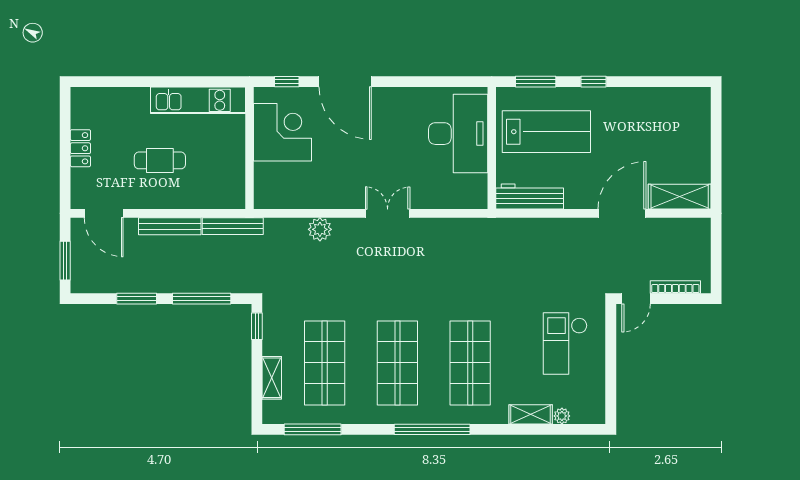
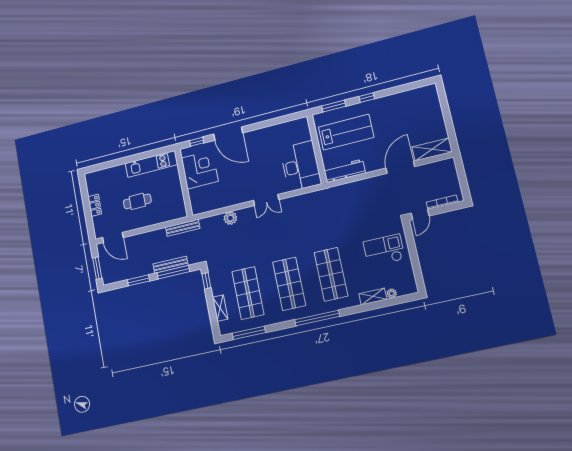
desk: (458, 134) -> (301, 166), moved
double door: (388, 213) -> (266, 200), swing flipped
bench: (170, 226) -> (171, 265), moved
checkout: (565, 344) -> (384, 250), turned 90

